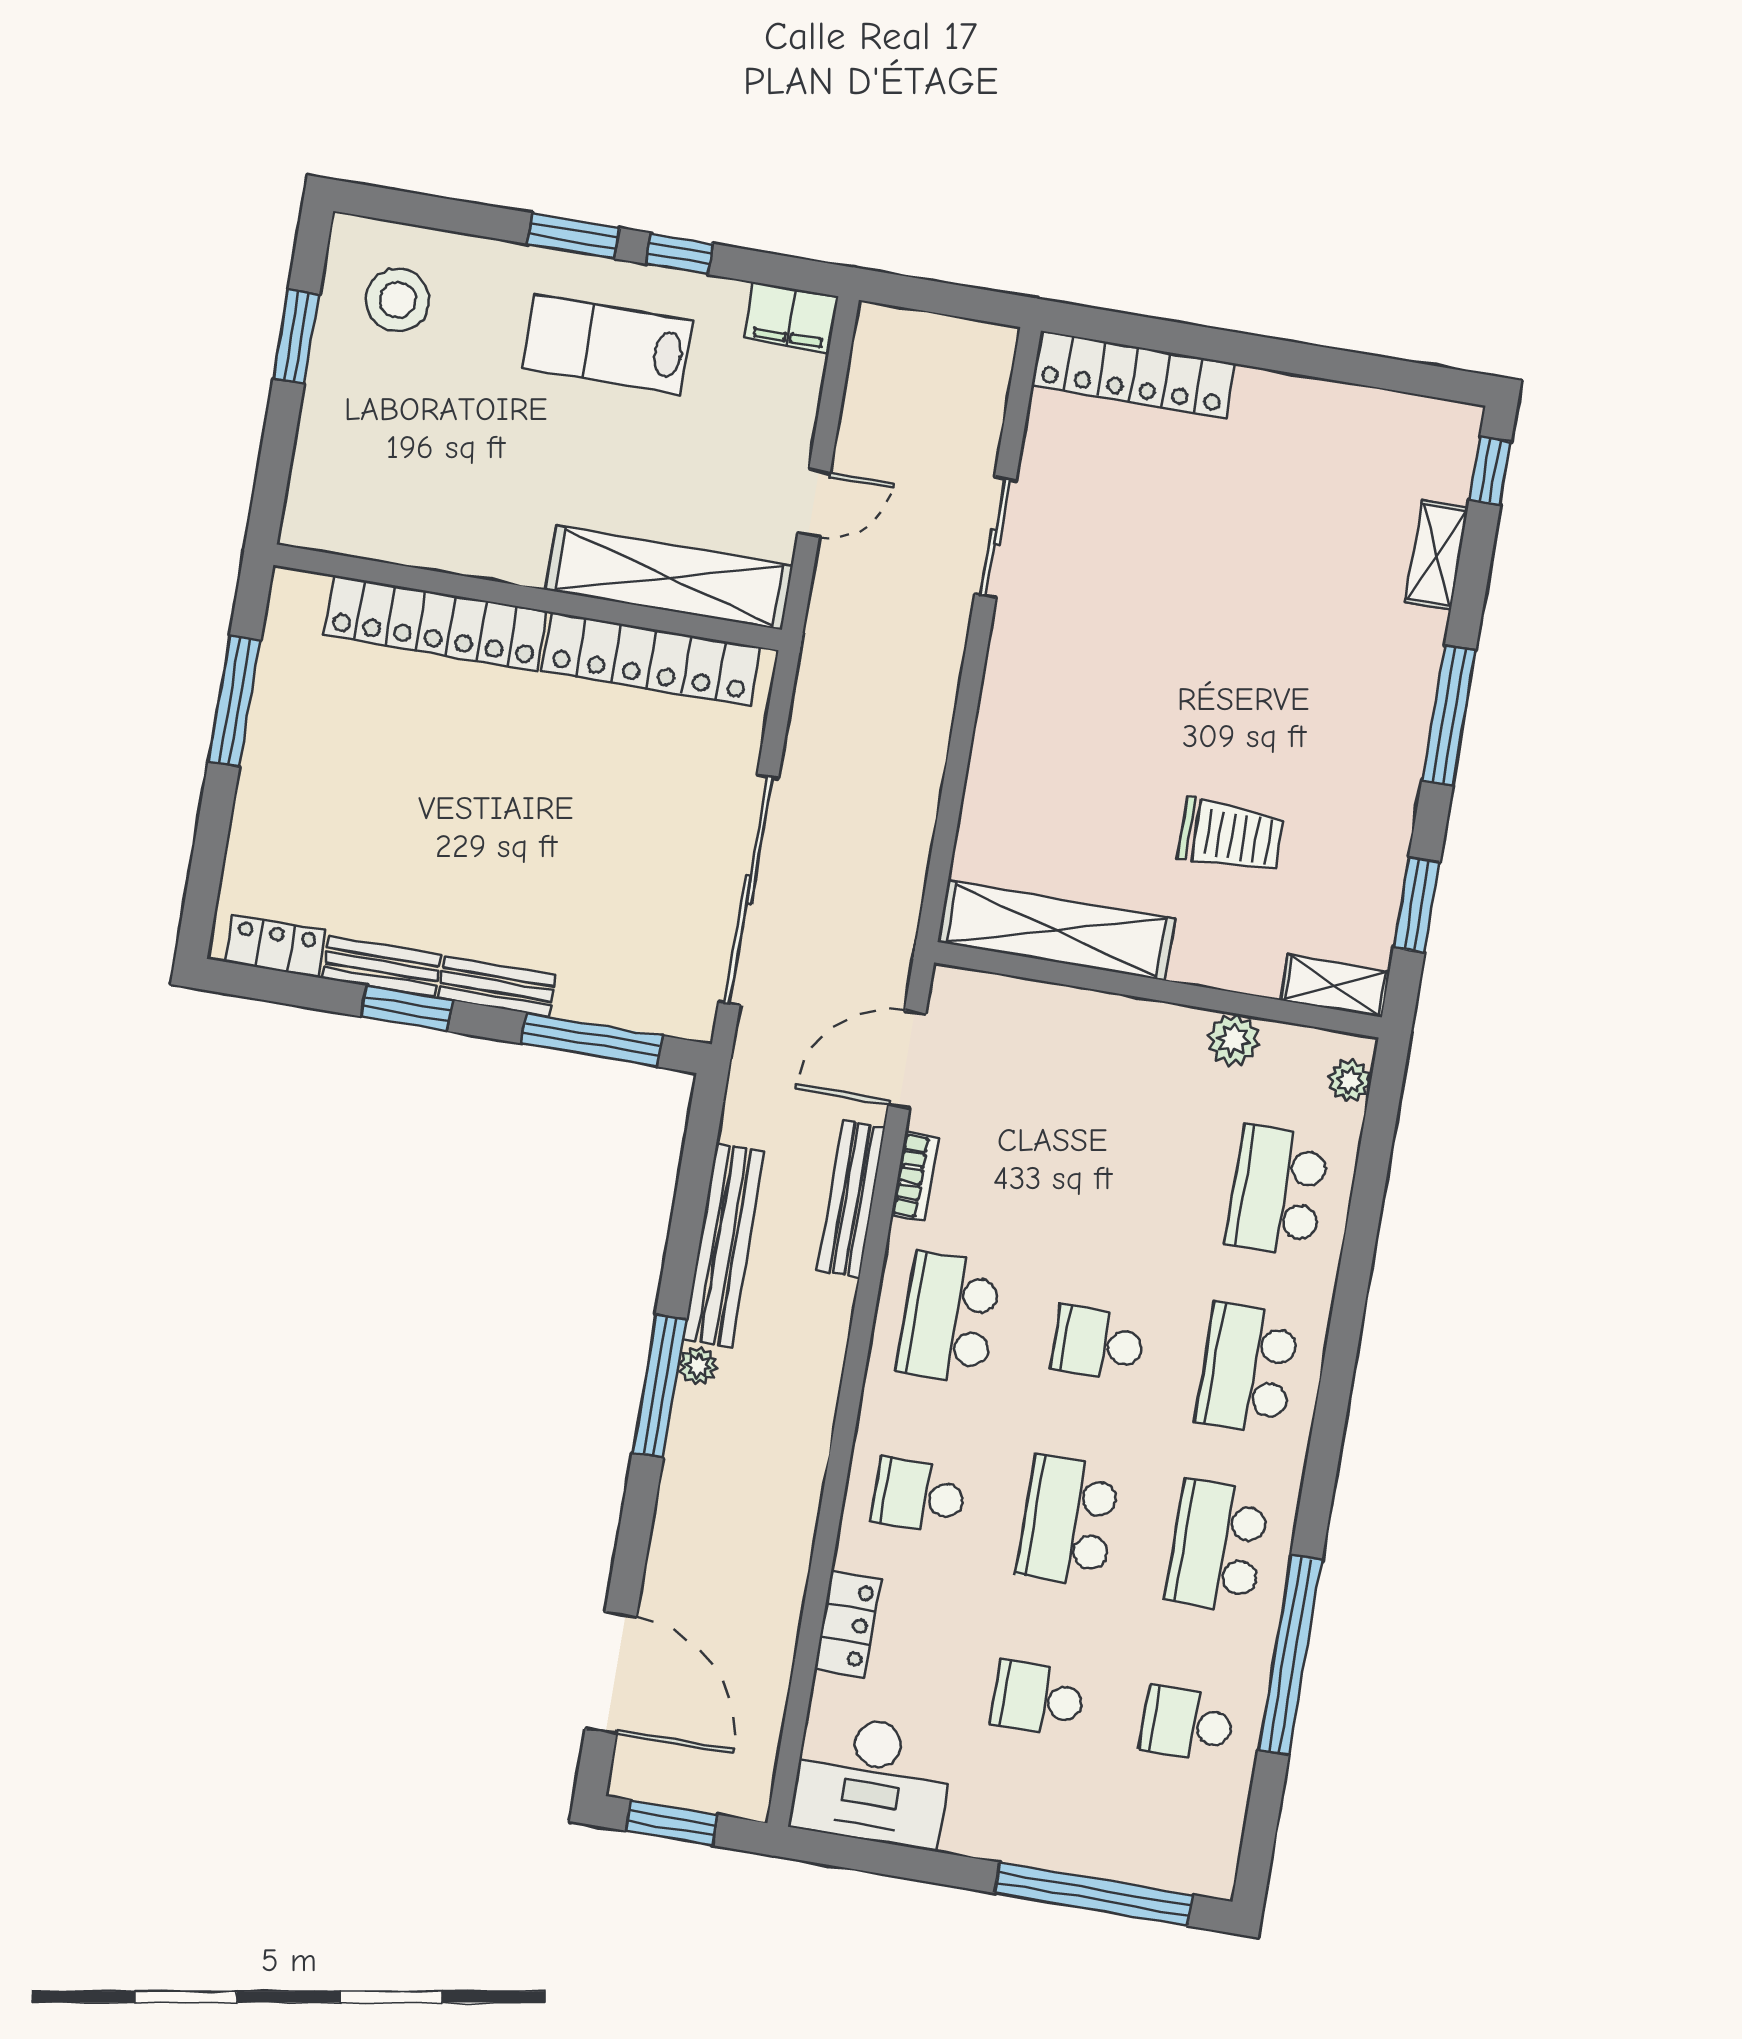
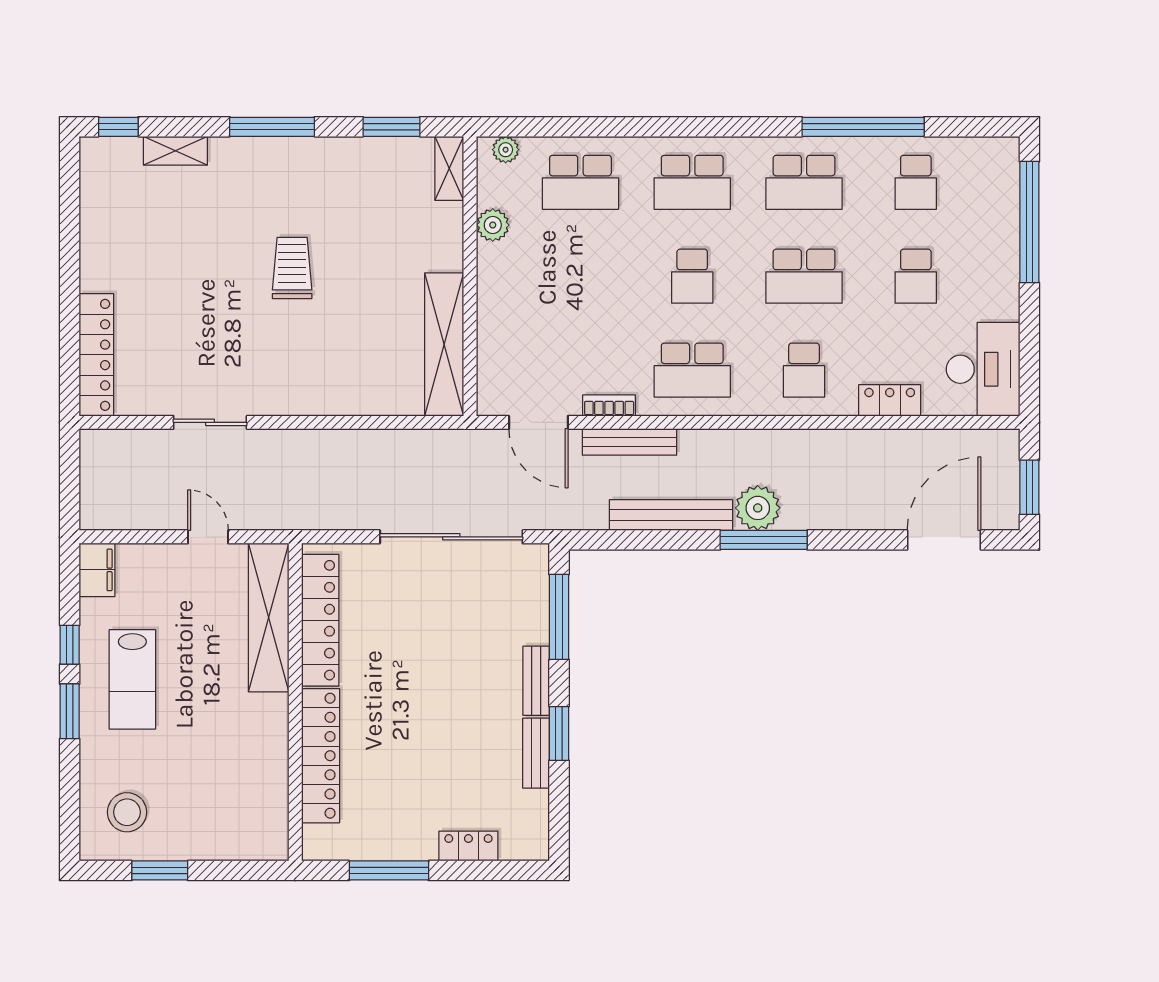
trolley: (1231, 836) -> (292, 268), moved
locker: (275, 946) -> (468, 846), moved, turned 90
plant: (698, 1366) -> (758, 508), width x1.88, depth x1.88

